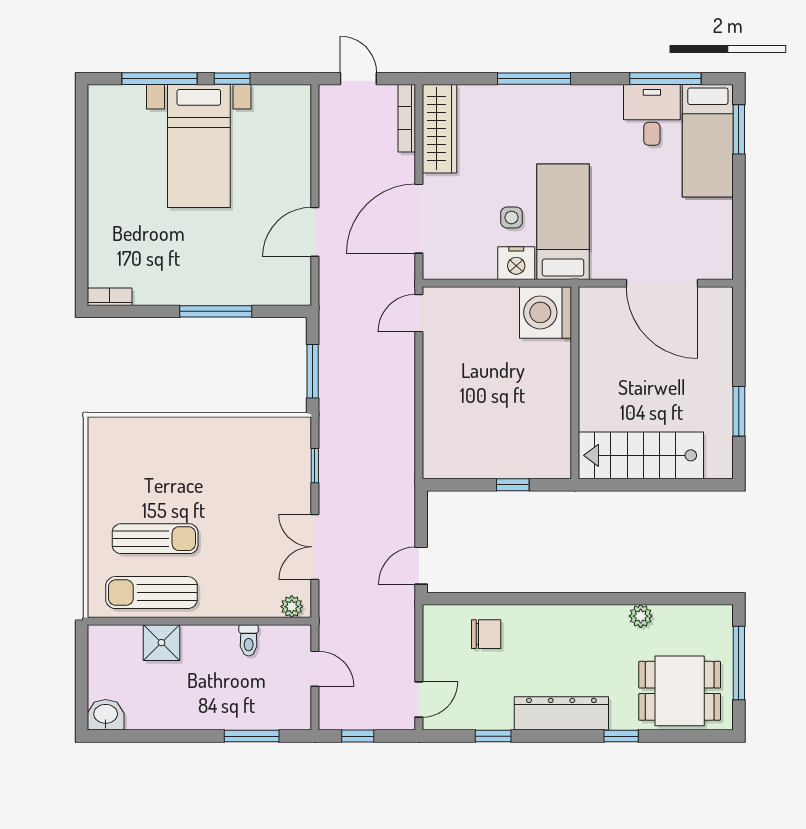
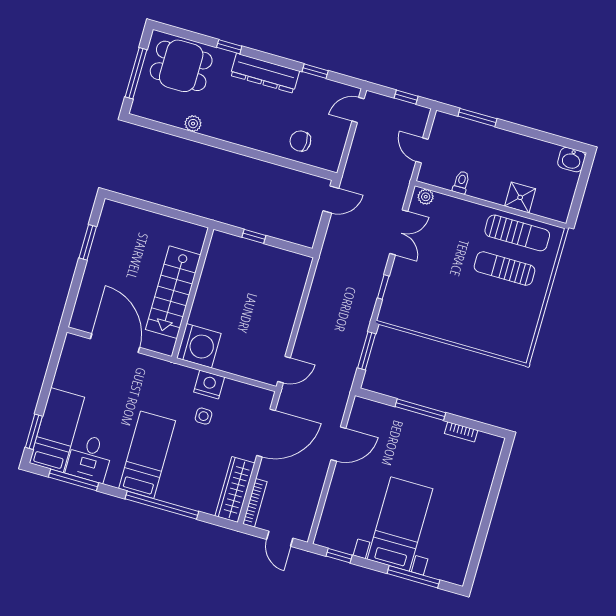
window: (232, 79) -> (339, 556), moved
window: (534, 79) -> (162, 505), width x1.46
bed: (563, 222) -> (147, 455), moved, turned 180
bookcase: (110, 297) -> (461, 432), moved
stairs: (641, 455) -> (173, 292), moved, turned 90

